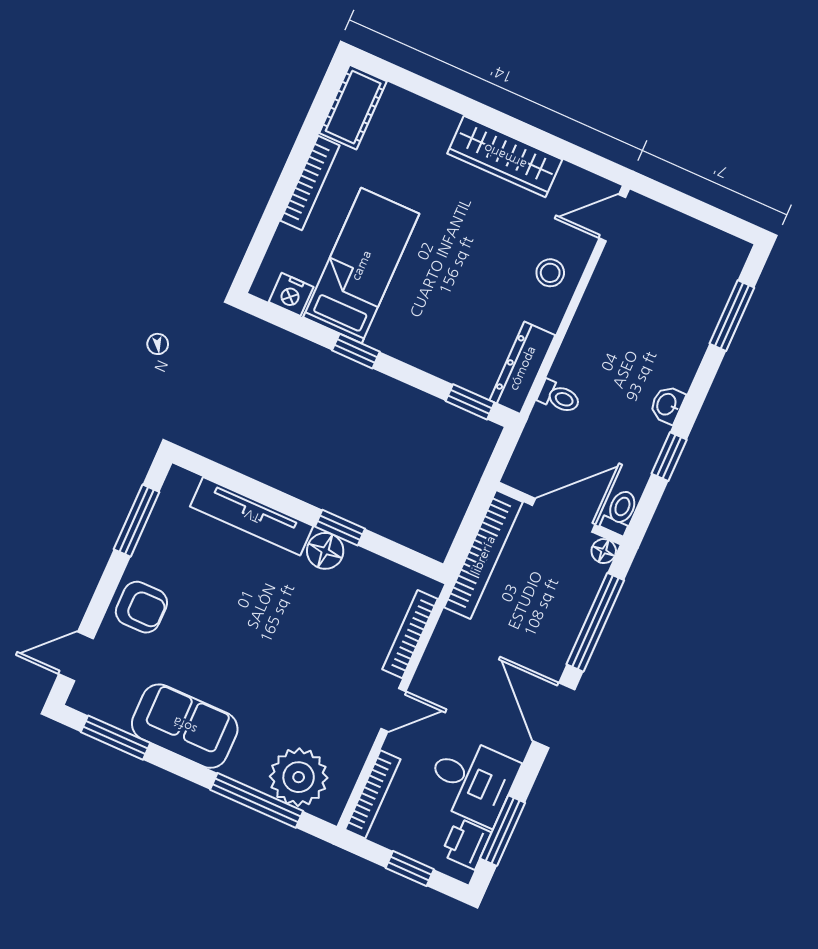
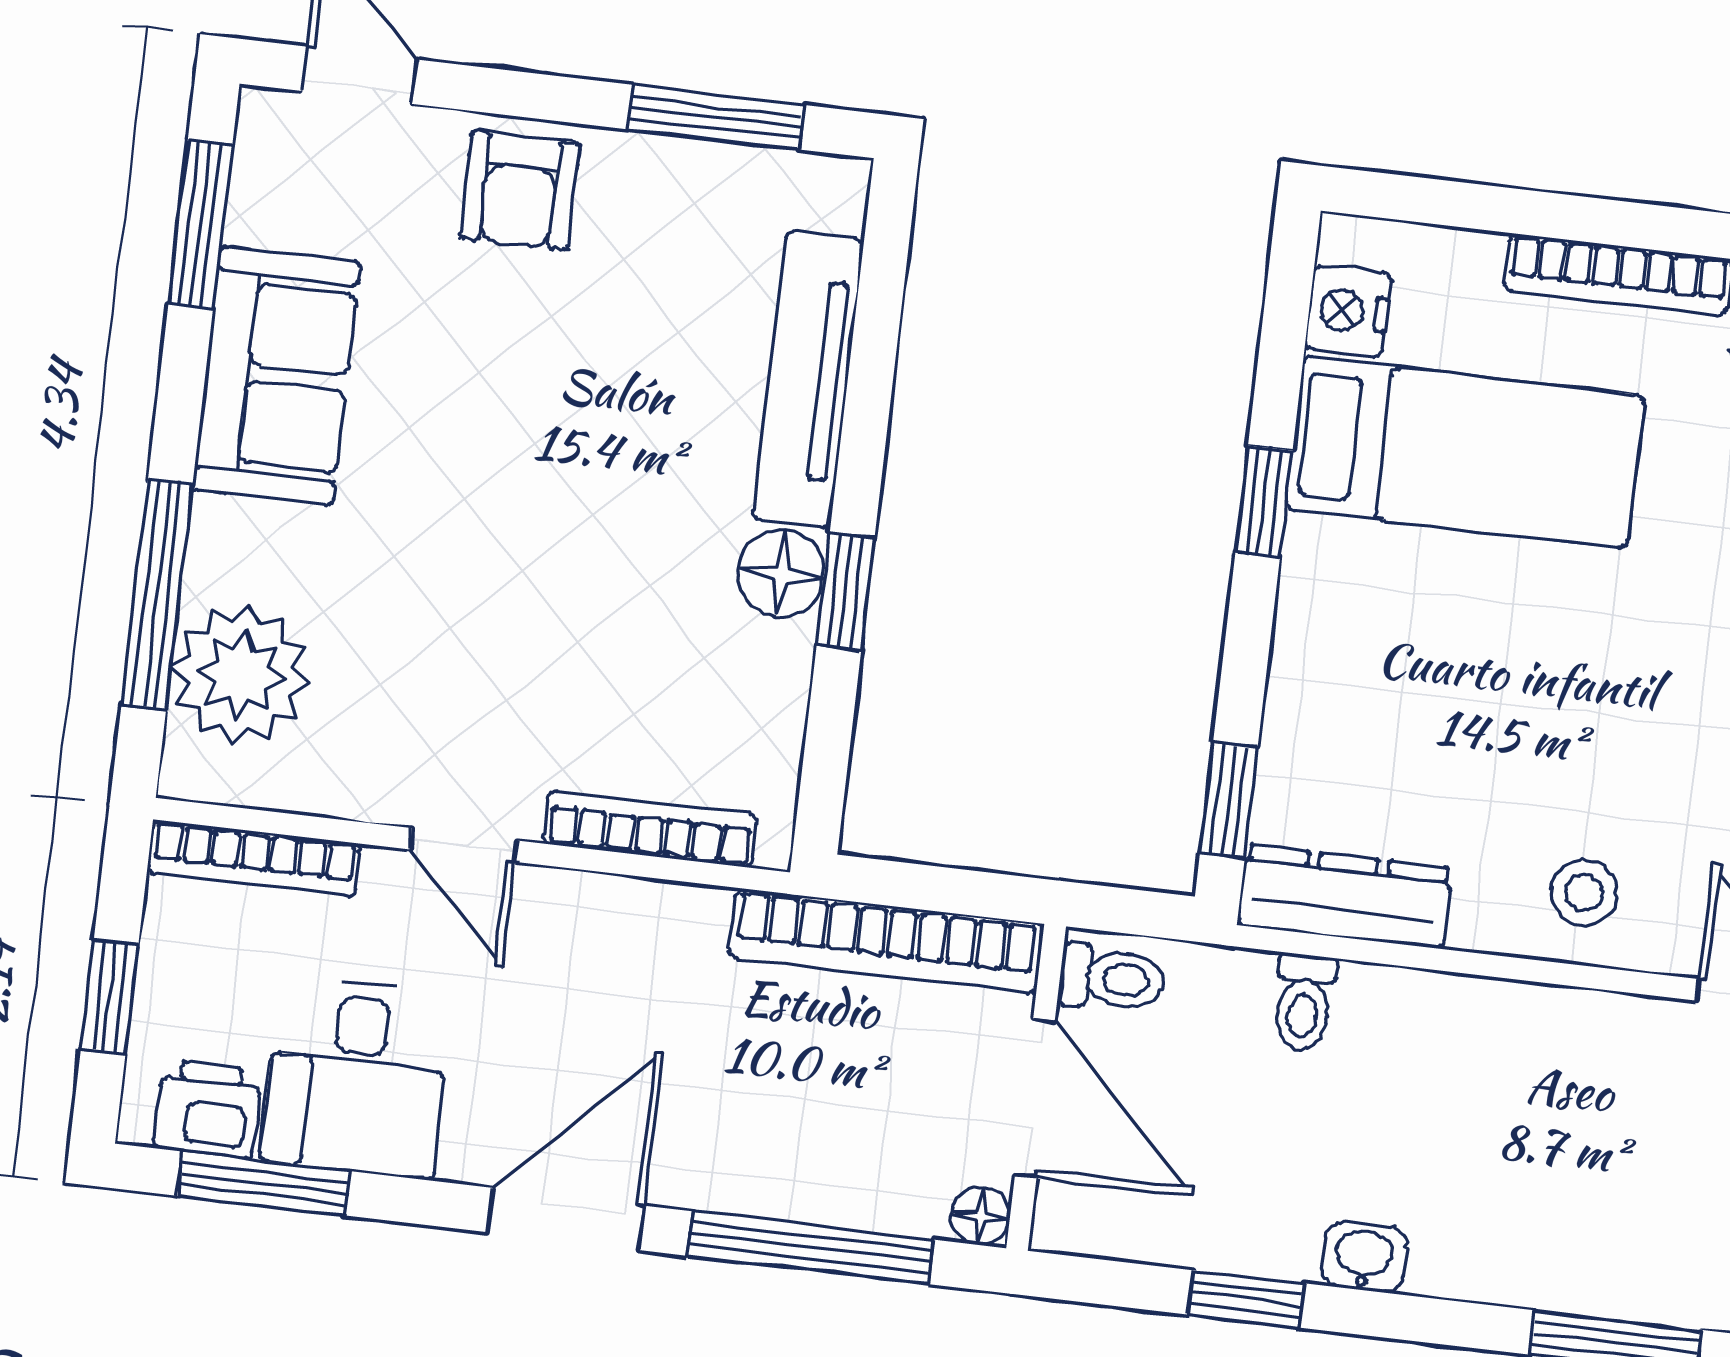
toilet: (620, 512) -> (1112, 978), moved

